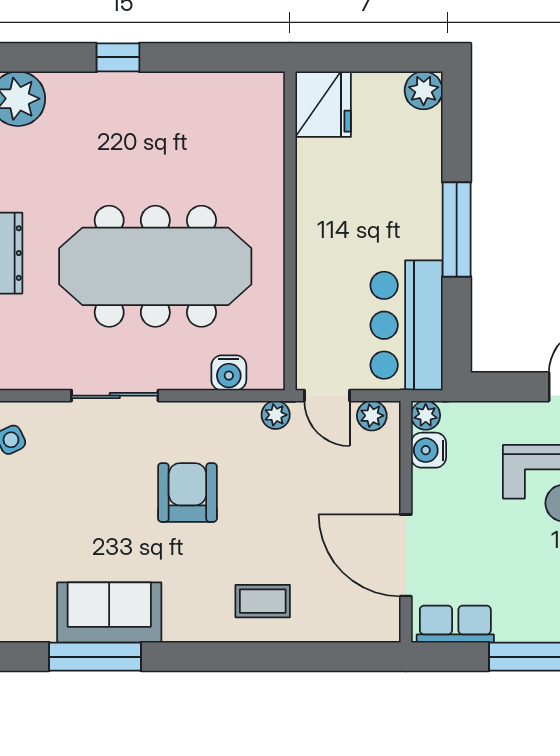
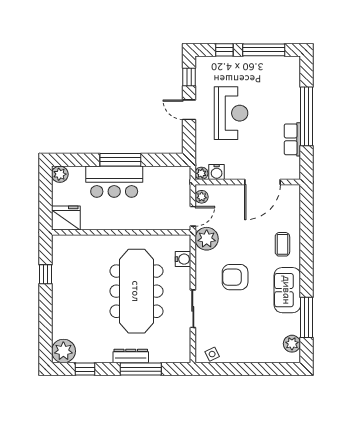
window: (118, 57) -> (45, 274), moved
bar counter: (406, 325) -> (114, 182), moved
plant: (276, 415) -> (207, 239), width x1.88, depth x1.88
sofa: (109, 612) -> (287, 290), moved
plant: (35, 623) -> (292, 344), added
row of seats: (455, 624) -> (292, 139), moved

